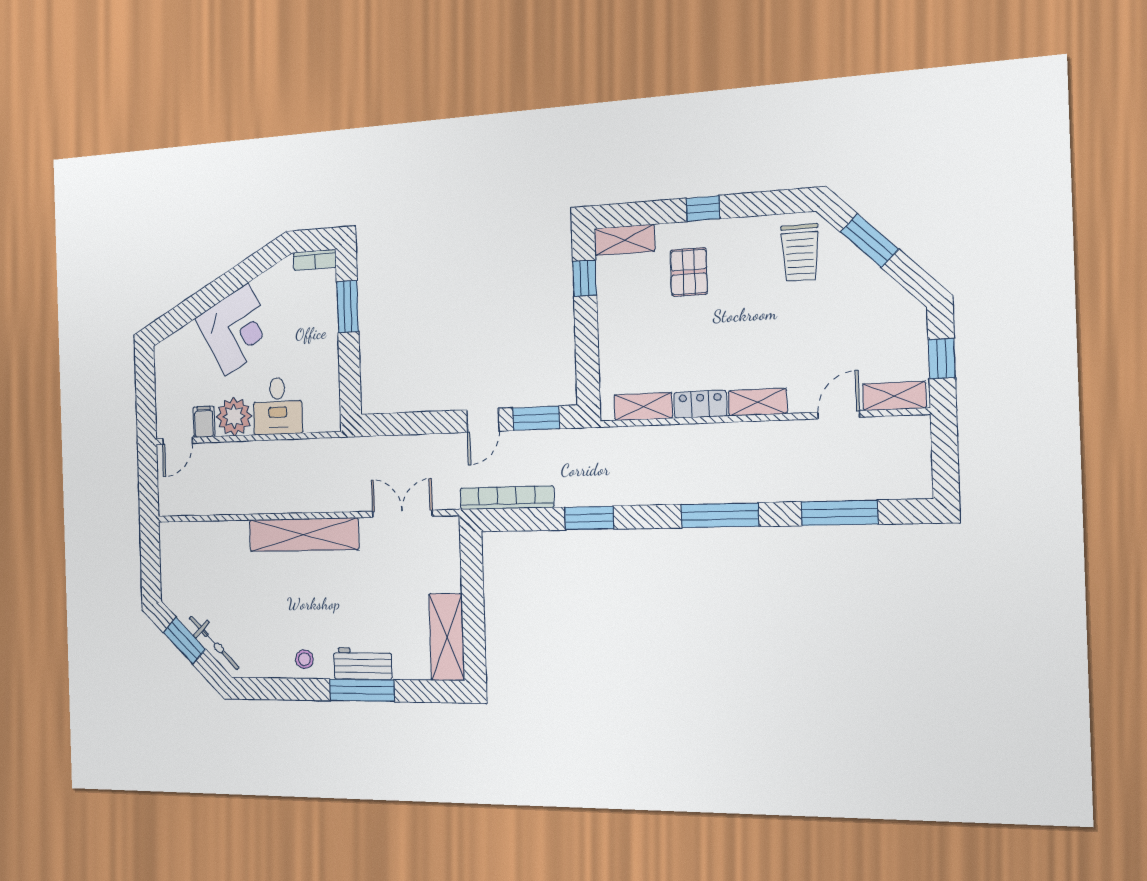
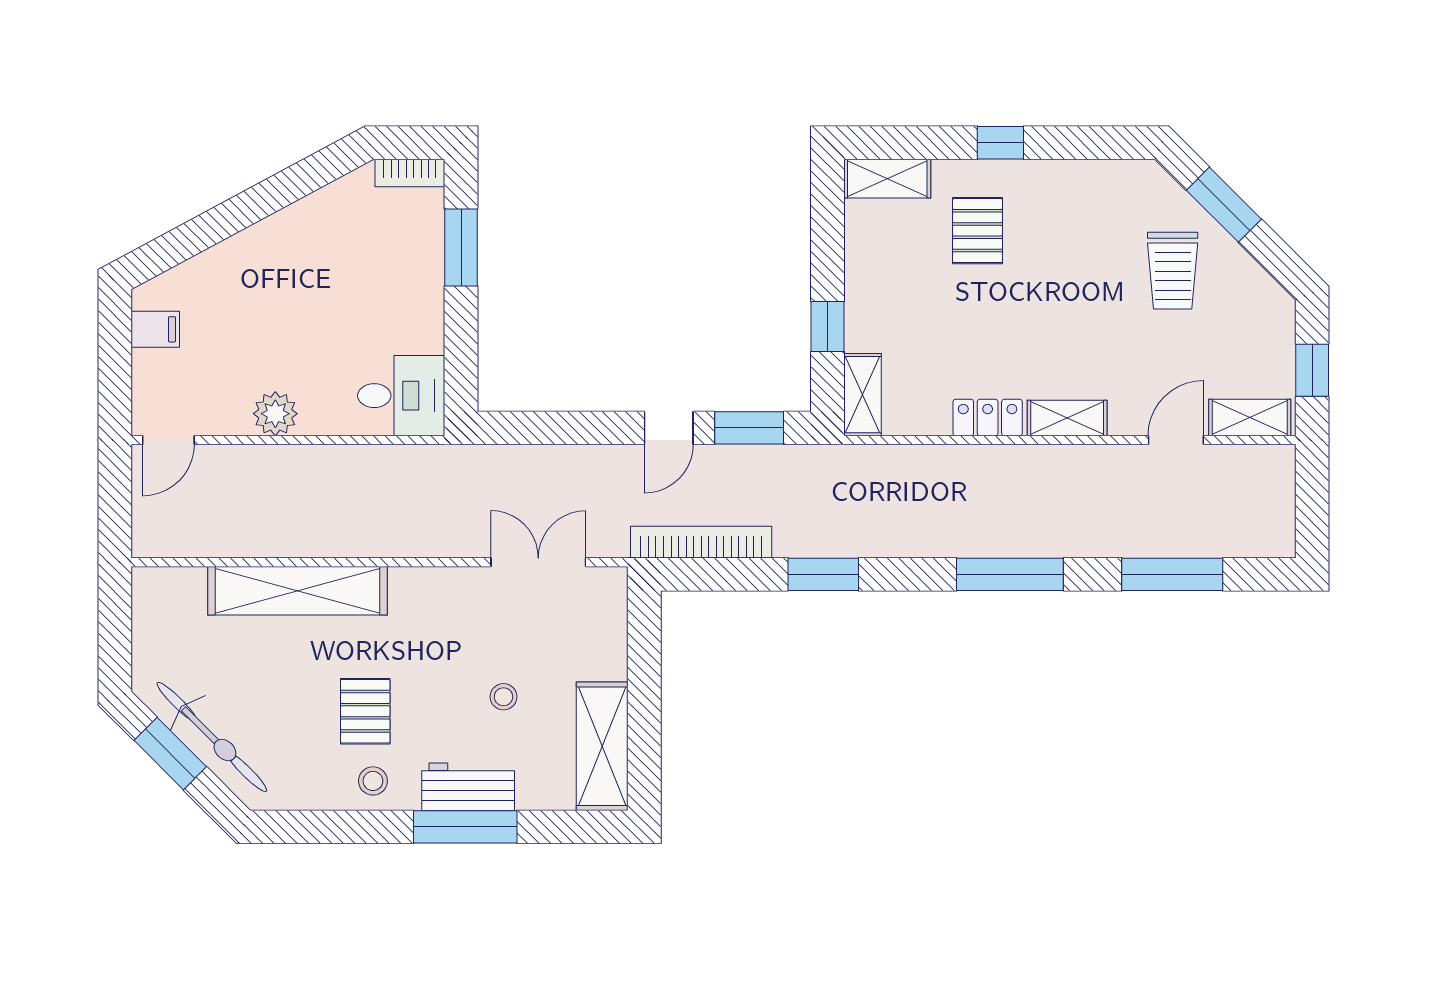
trolley: (800, 253) -> (1173, 271), moved
window: (585, 278) -> (828, 327), moved
corner desk: (237, 329) -> (276, 271), removed
desk: (278, 406) -> (401, 396), moved, turned -90
shelving: (643, 407) -> (862, 395), moved, turned 90
plant: (234, 416) -> (275, 414), width x0.73, depth x0.73
filing cabinet: (204, 422) -> (155, 329), moved, turned 90
shelving: (304, 535) -> (297, 591), moved
stool: (383, 604) -> (503, 697), added
pallet: (298, 614) -> (365, 711), added
bicycle: (214, 643) -> (212, 737), width x1.37, depth x1.40

